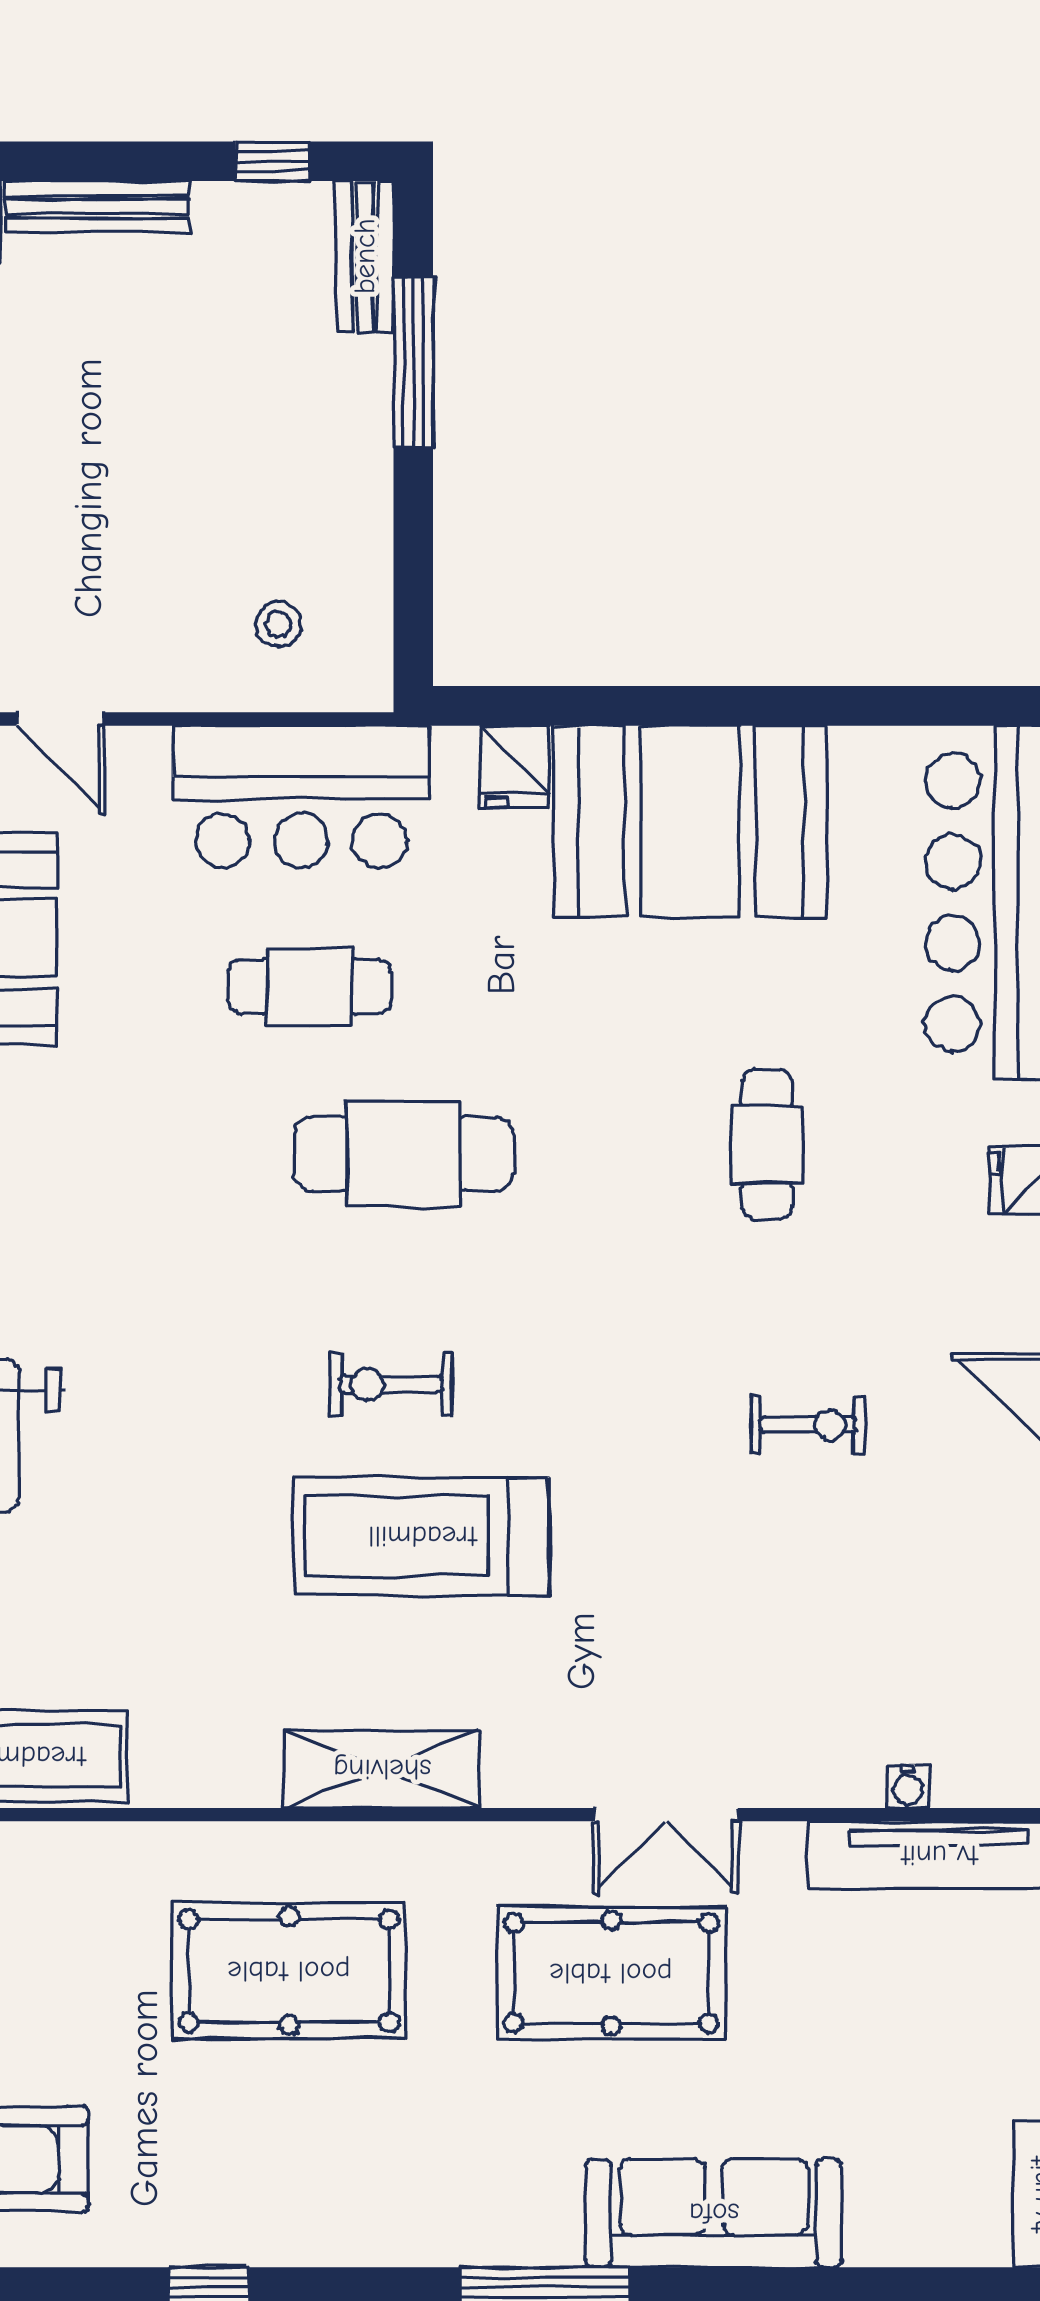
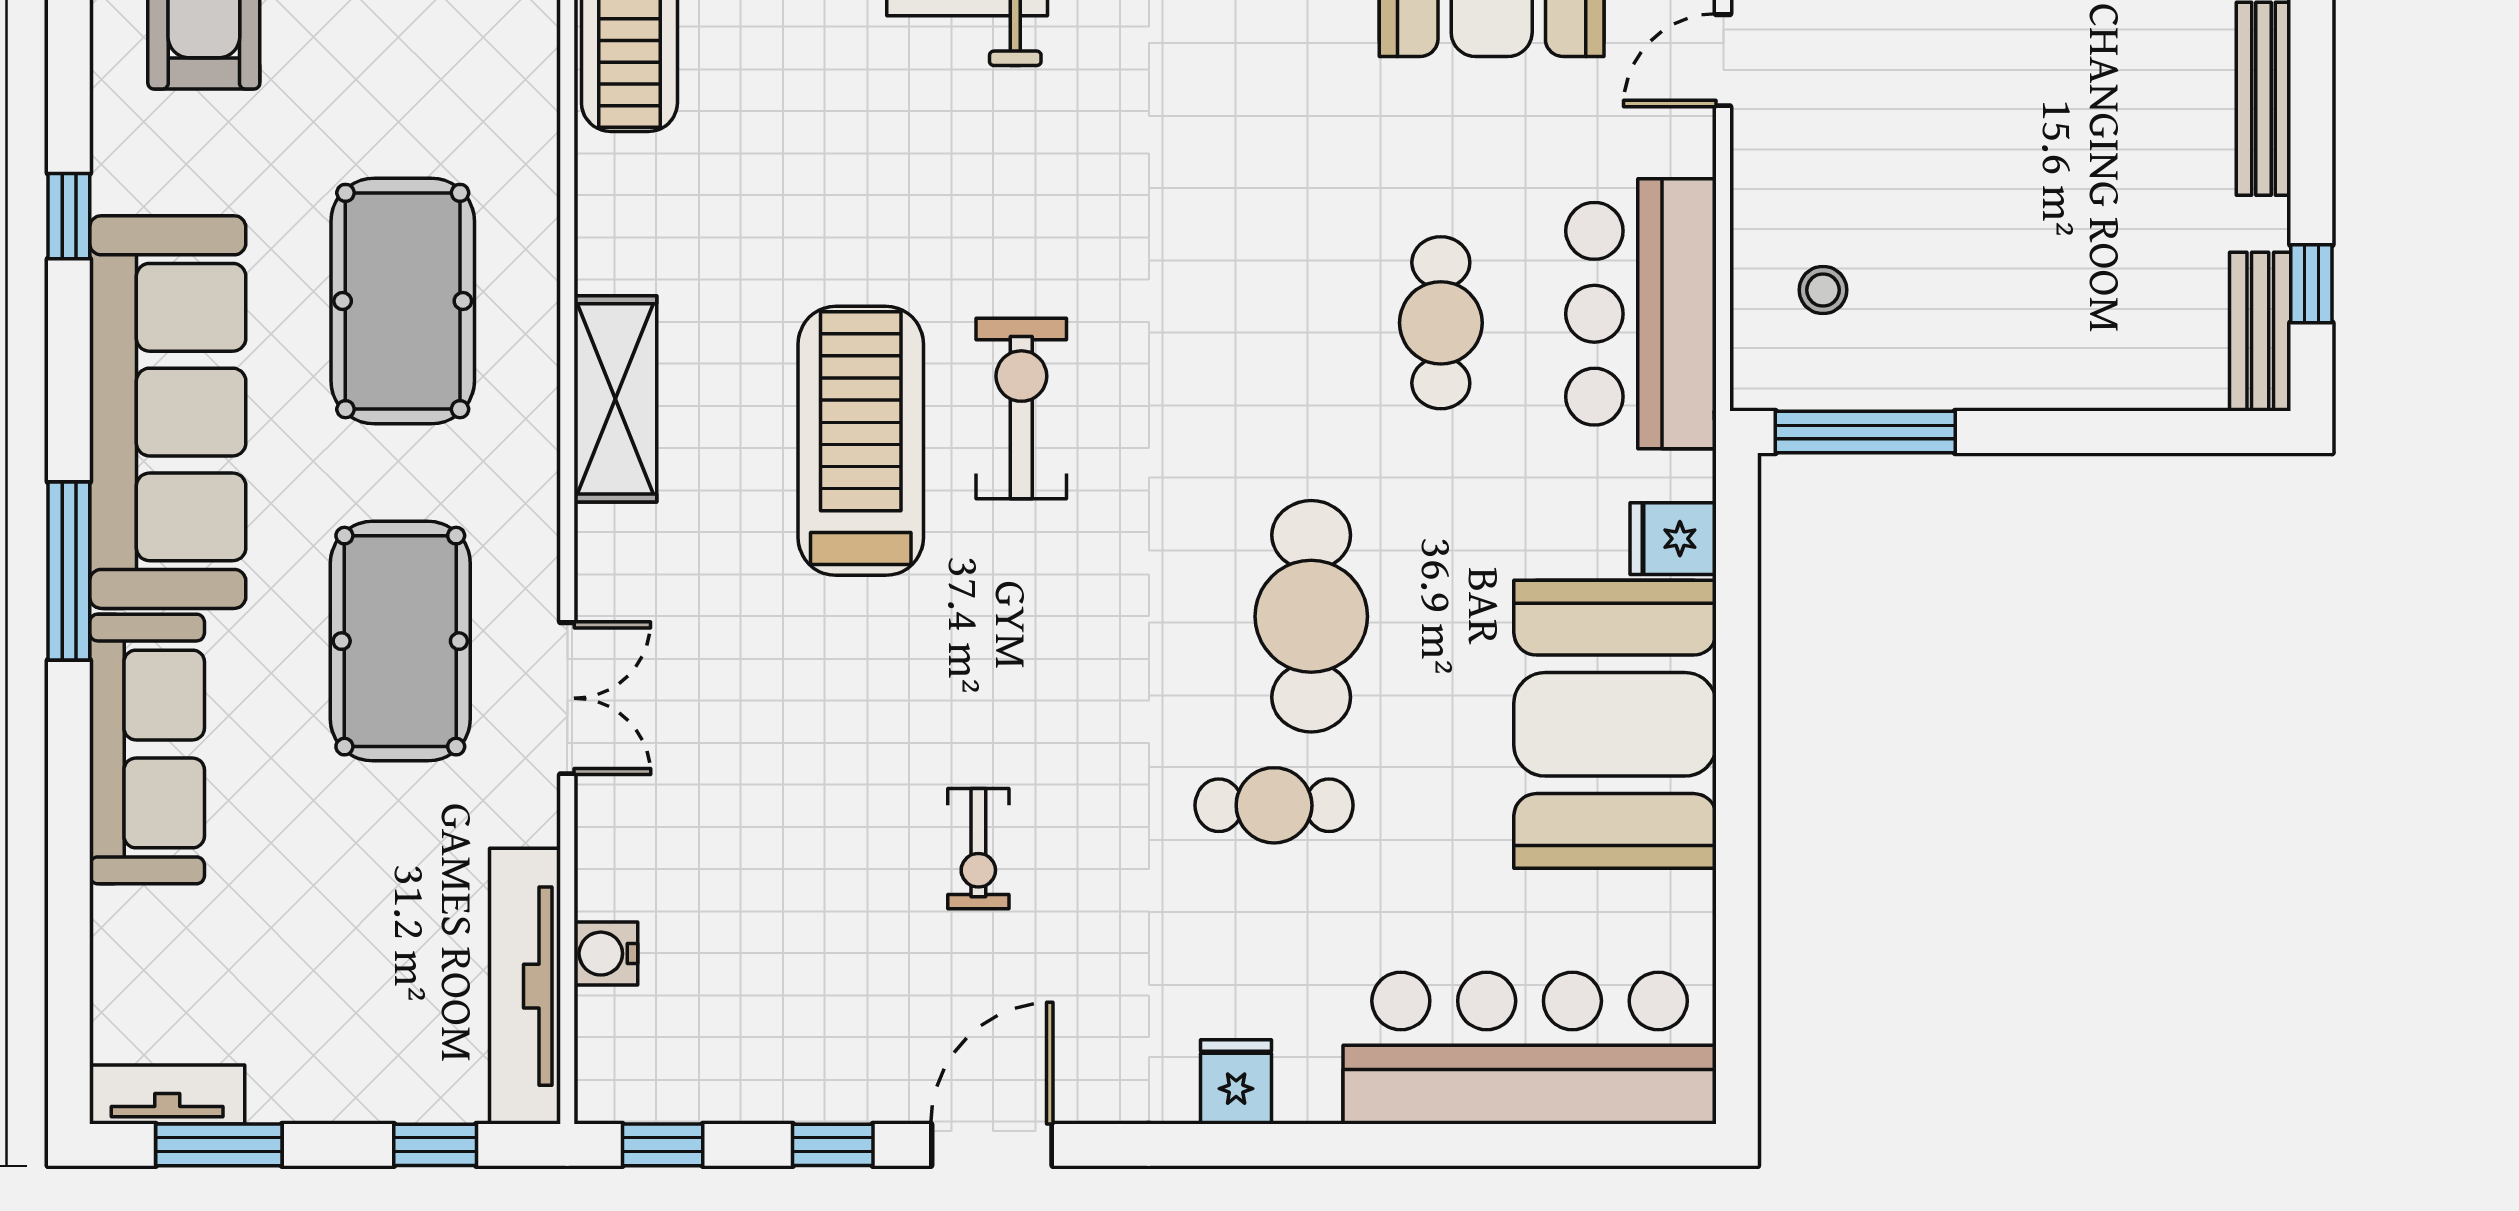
bench: (365, 256) -> (2260, 332), moved, turned 90
window: (413, 362) -> (1865, 432), moved
cafe table: (404, 1154) -> (1311, 616), moved
exercise bike: (391, 1384) -> (1021, 409), width x1.38, depth x1.39
water cooler: (908, 1786) -> (606, 954), width x1.38, depth x1.38
double door: (666, 1815) -> (567, 698), swing flipped
sofa: (394, 2193) -> (168, 412), added

